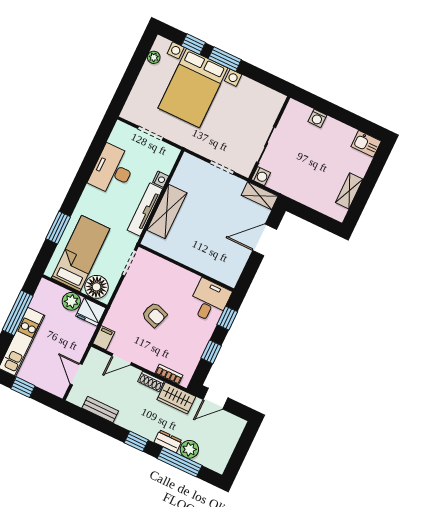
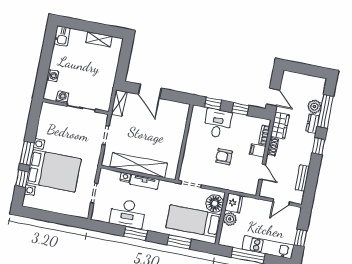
plant: (154, 57) -> (39, 205), removed
window: (84, 174) -> (135, 233), added
washing machine: (261, 176) -> (62, 97), moved
tv unit: (145, 209) -> (144, 182), width x0.71
shelving: (167, 211) -> (139, 165), width x1.47
desk: (209, 301) -> (218, 123), moved, turned 90
armchair: (154, 315) -> (224, 157), turned -109
filing cabinet: (104, 338) -> (257, 150), moved

